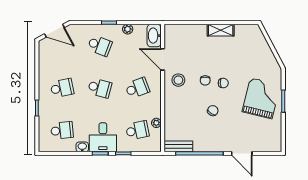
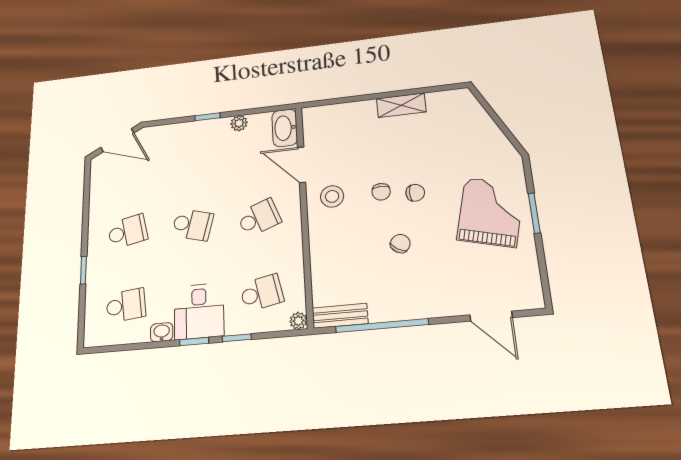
school desk: (100, 46) -> (192, 155), removed
plant: (156, 123) -> (298, 321), moved
door: (242, 153) -> (491, 316), moved

